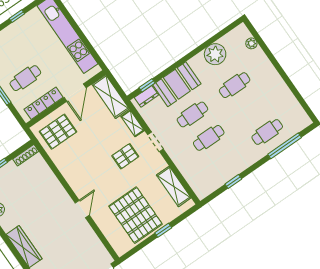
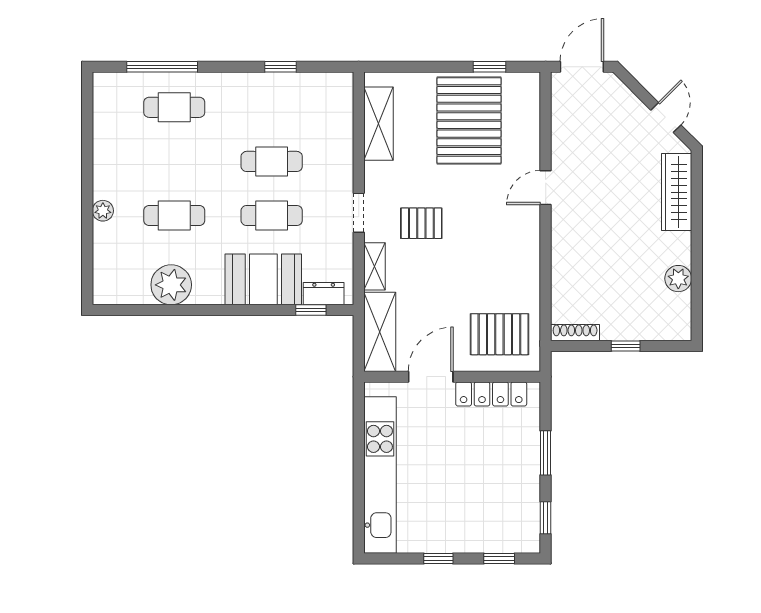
plant: (251, 43) -> (103, 211), moved
cafe table: (25, 78) -> (492, 453), removed
window: (163, 230) -> (490, 67), moved

